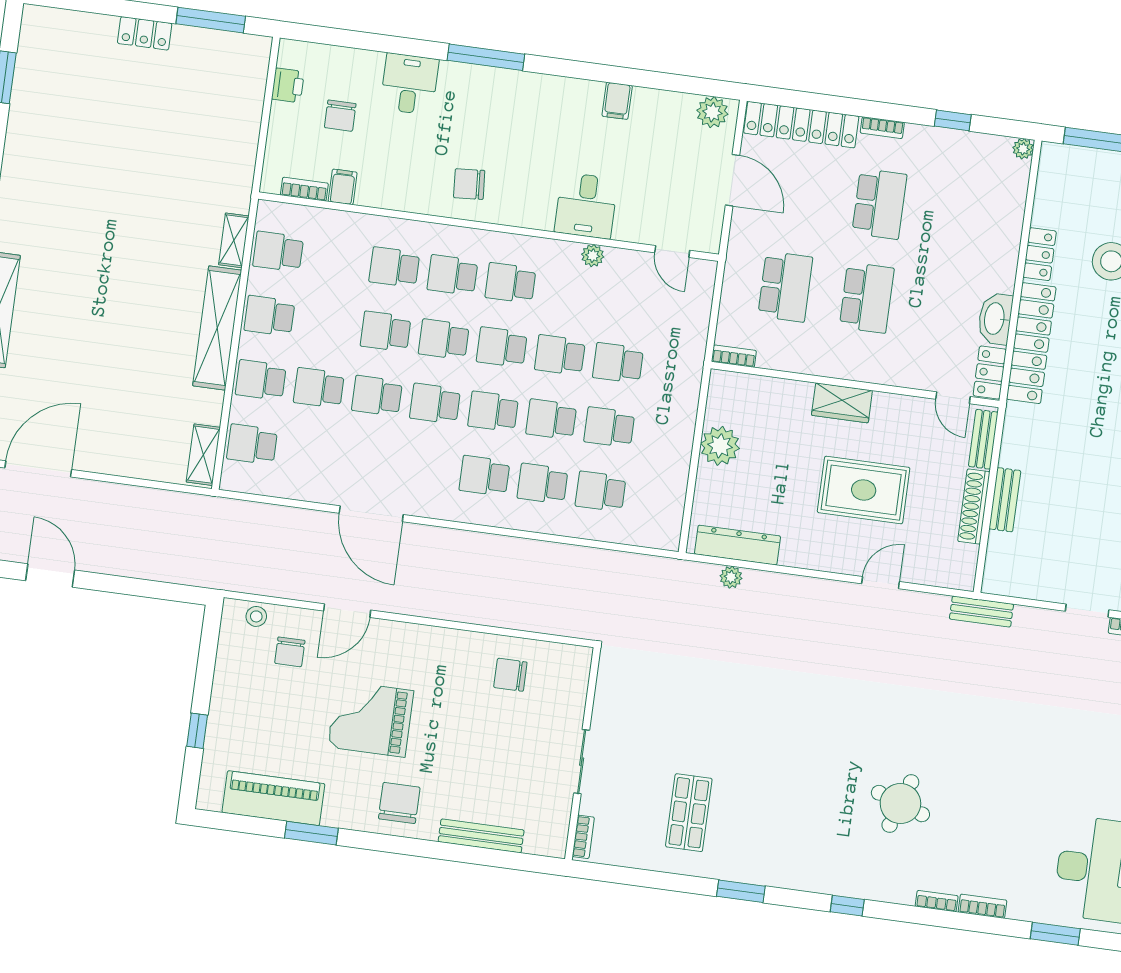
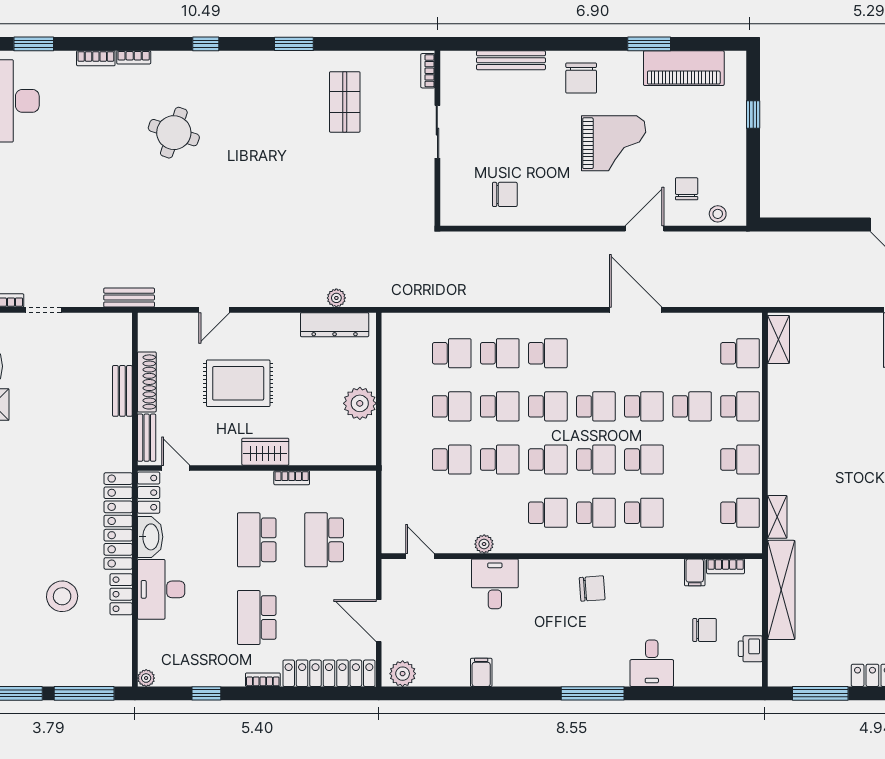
chair: (340, 116) -> (705, 630), turned 90
desk: (990, 254) -> (161, 589), added
shelving: (217, 328) -> (781, 590), moved
bookcase: (734, 356) -> (292, 478), moved

